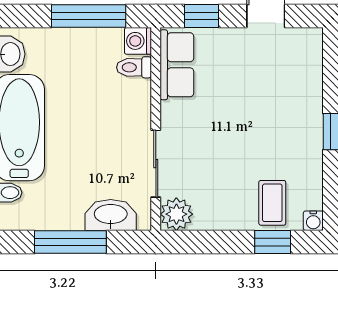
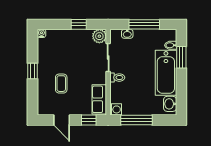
toilet: (134, 67) -> (117, 78), moved
coffee table: (272, 203) -> (61, 84), moved
washbasin: (111, 215) -> (127, 34), width x0.52, depth x0.69
window: (273, 242) -> (79, 24), moved

